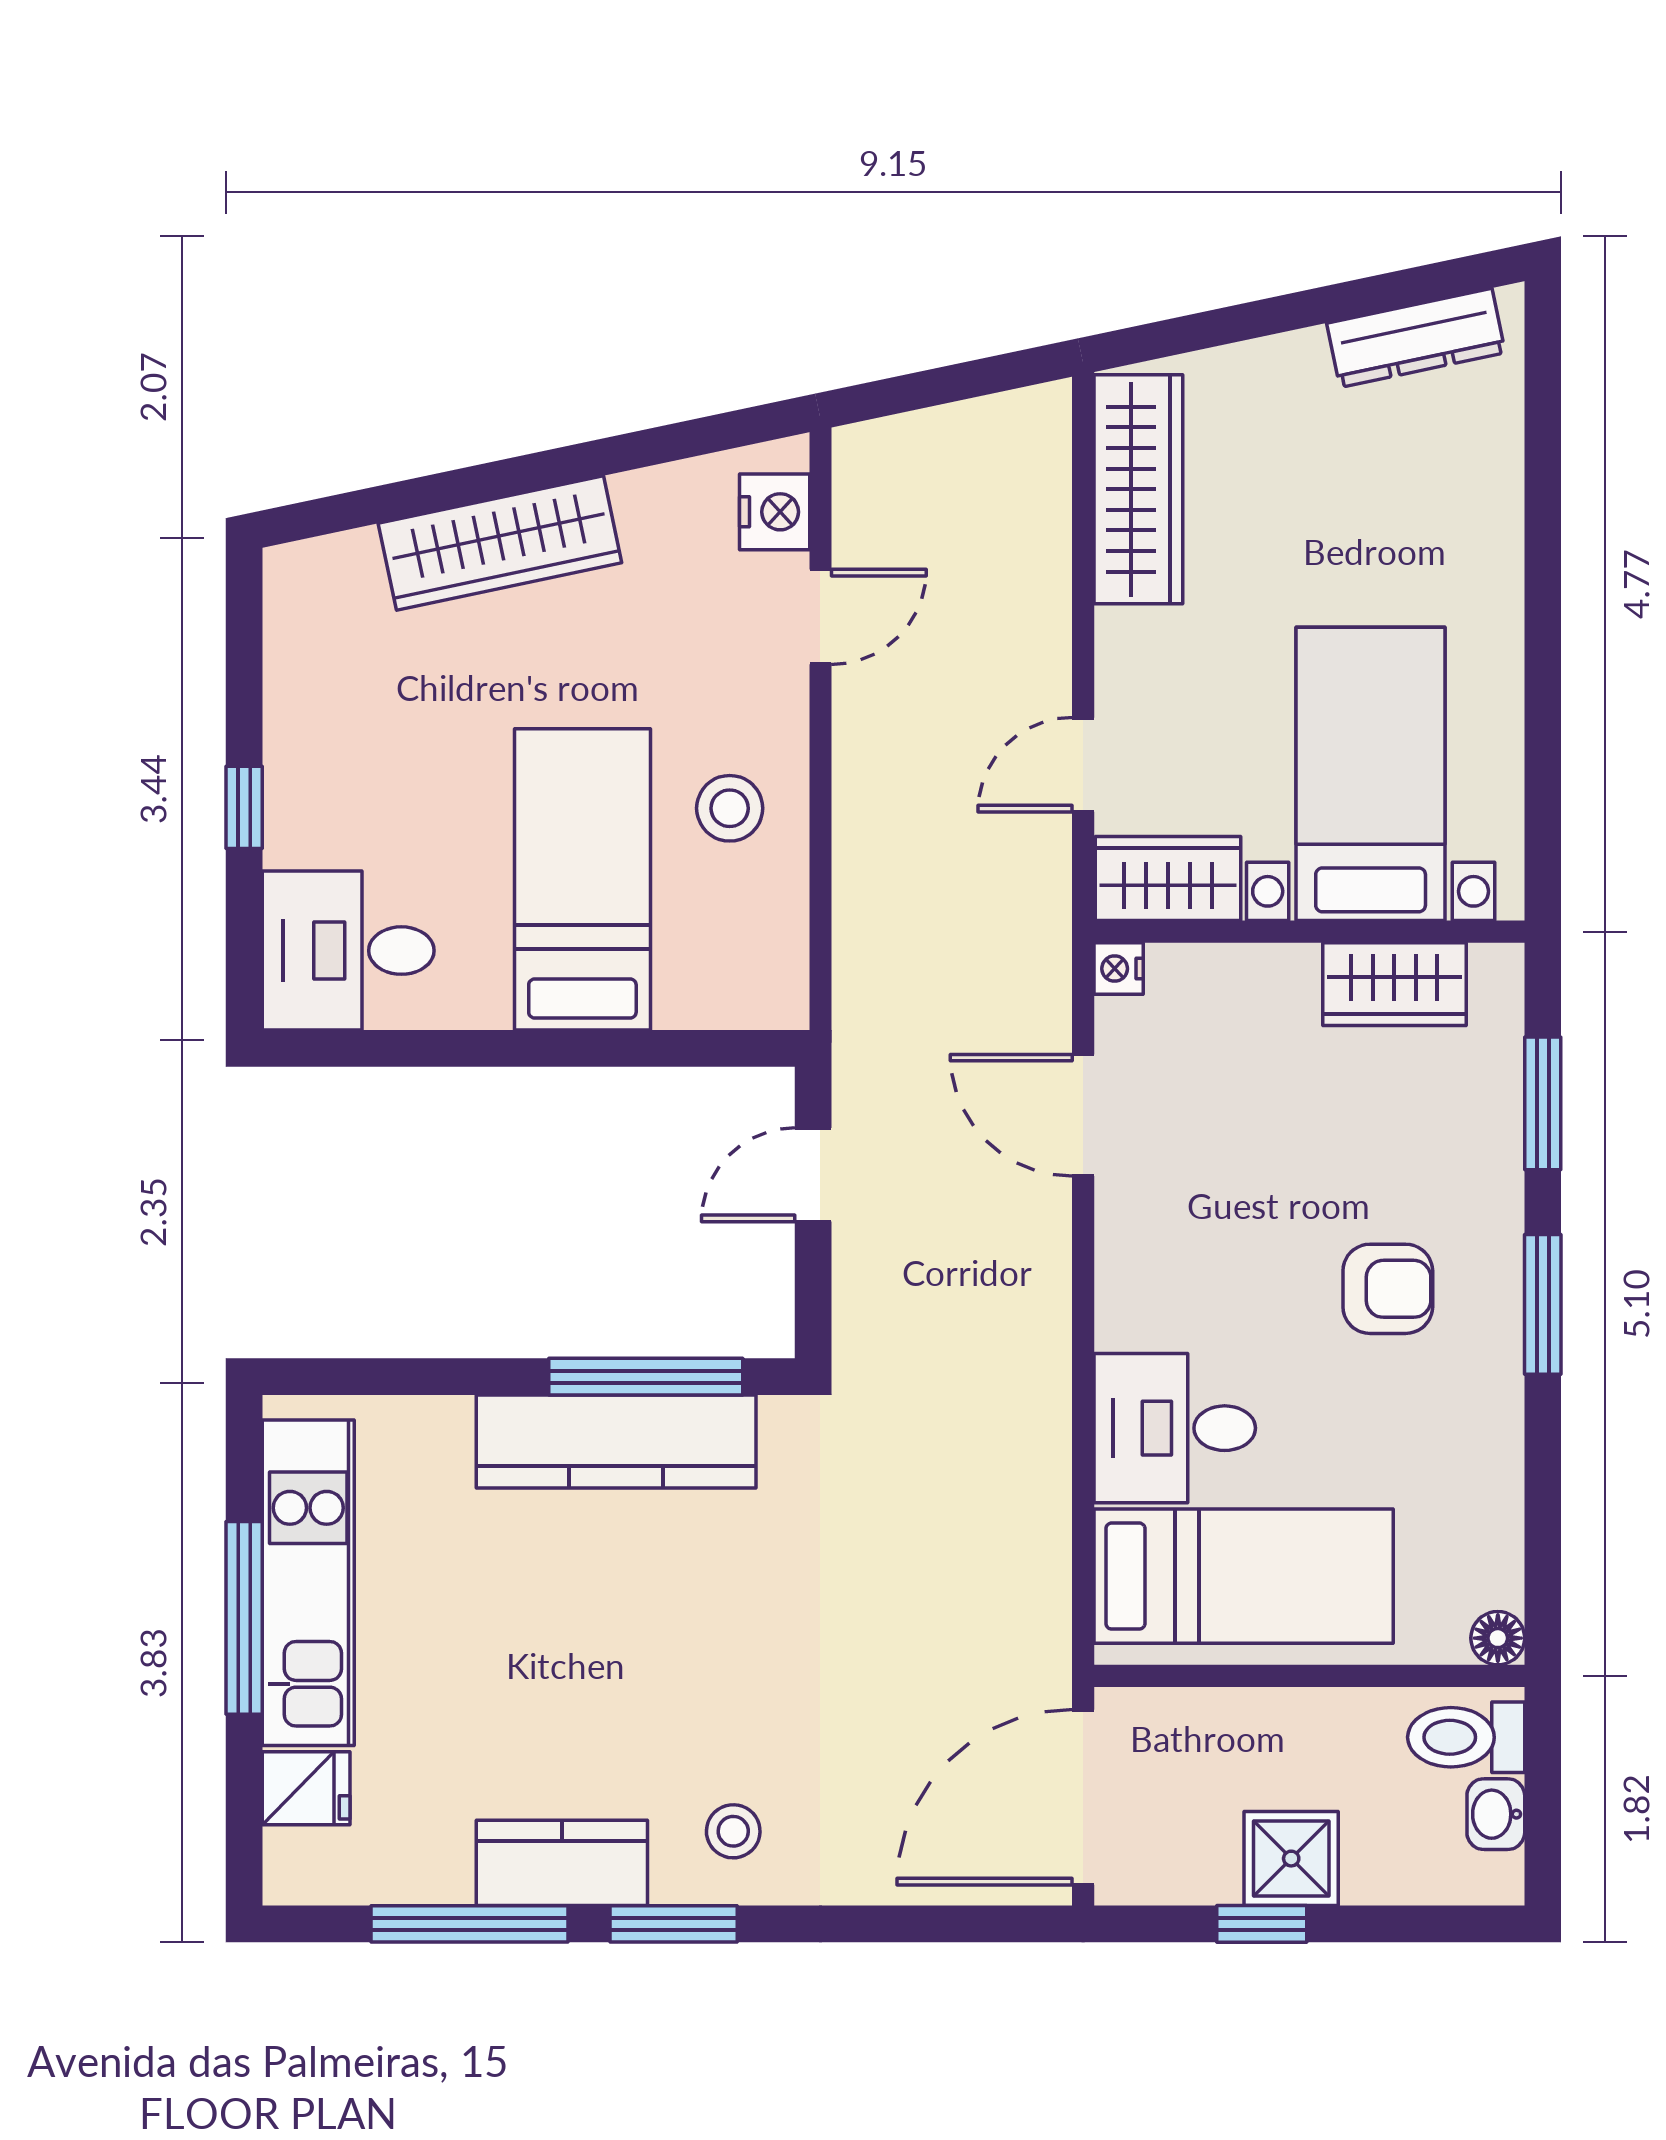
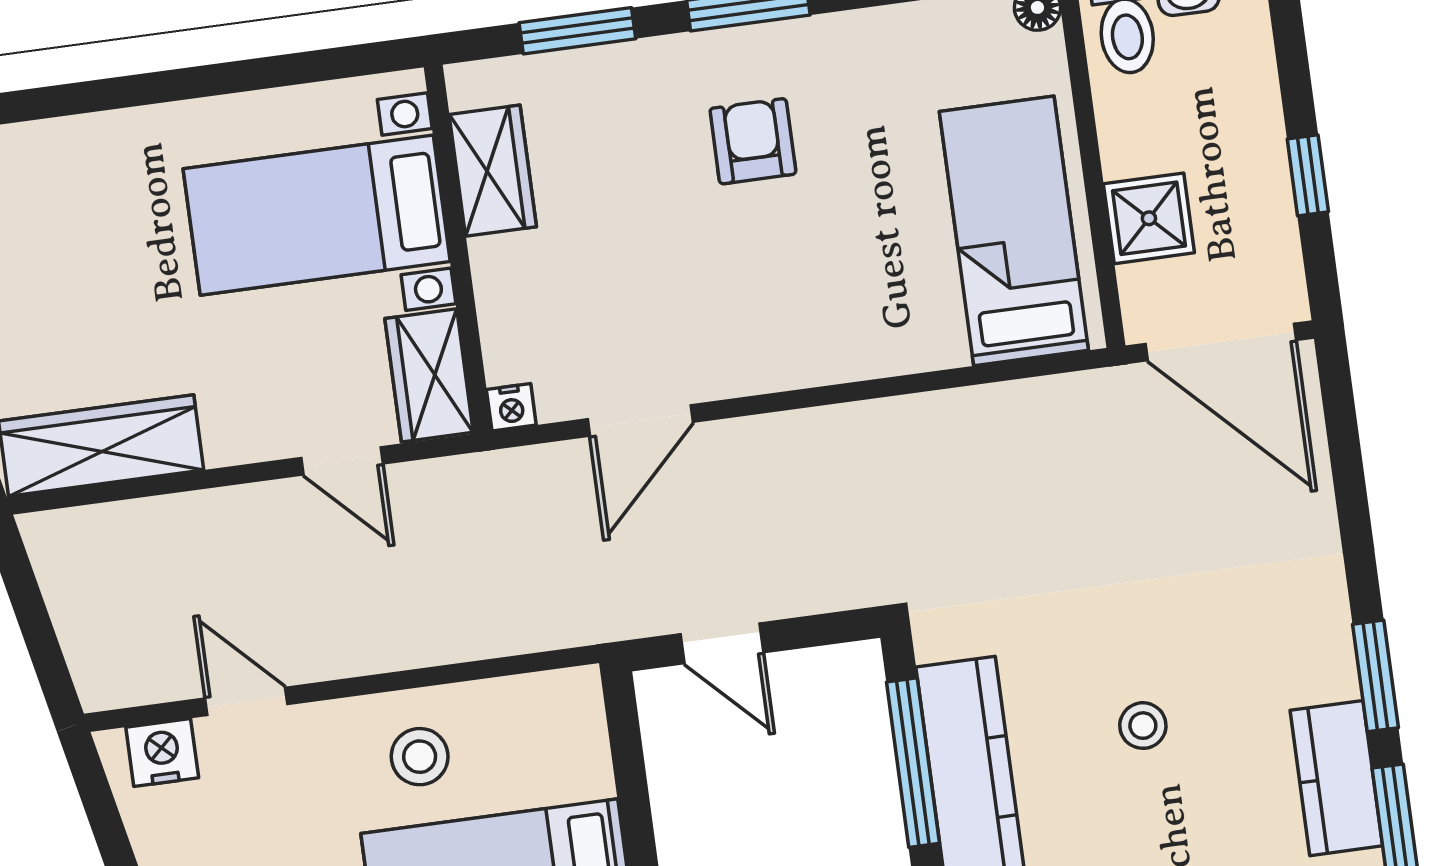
desk: (1175, 1428) -> (896, 307), removed
stool: (733, 1831) -> (1143, 726), moved
shower: (1291, 1859) -> (1149, 218), moved

